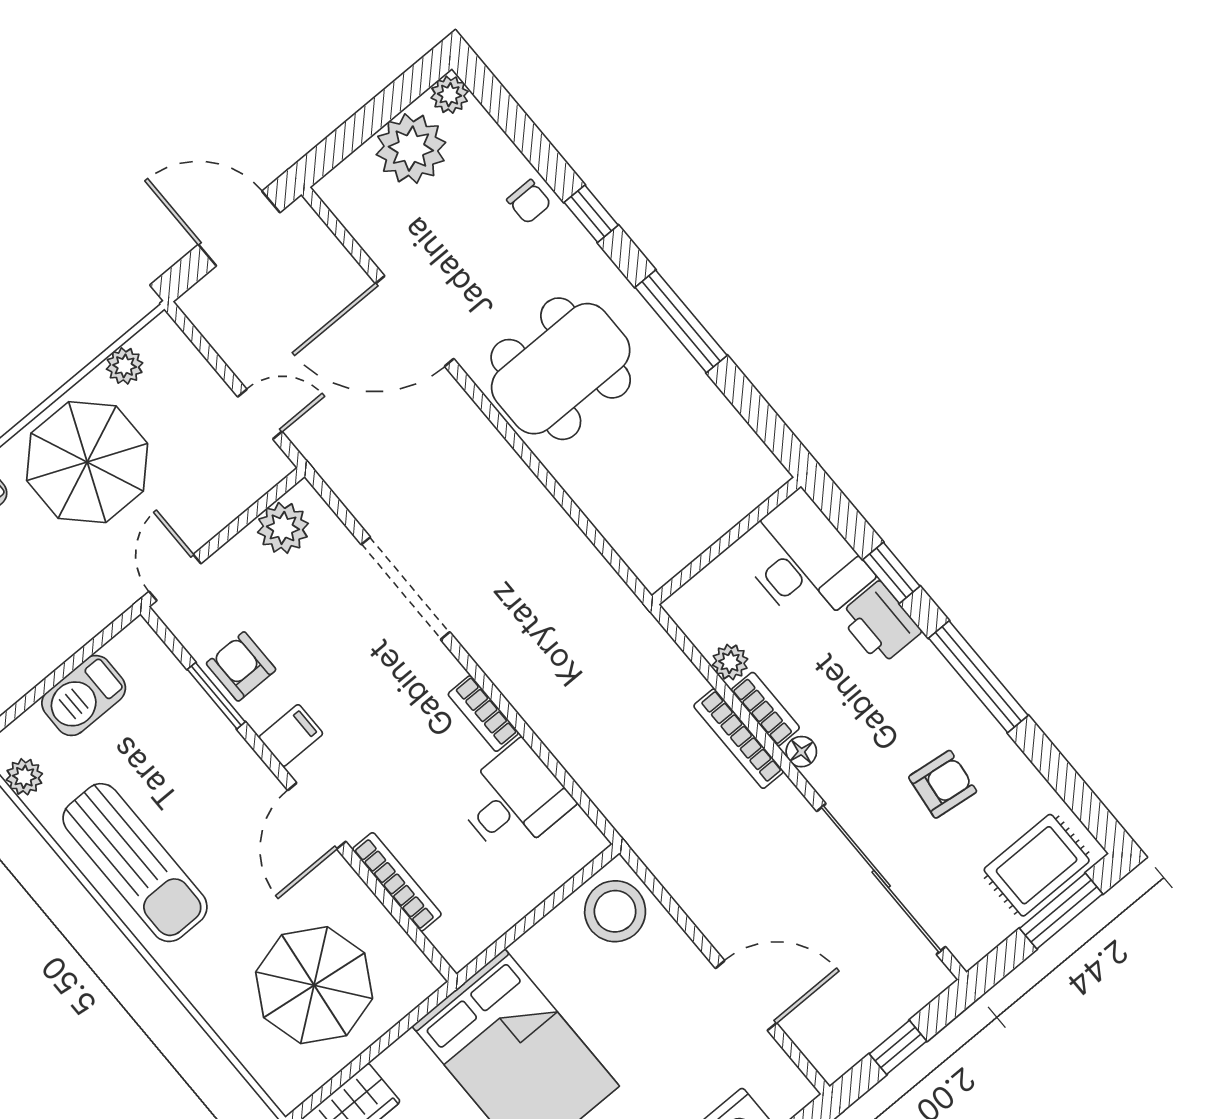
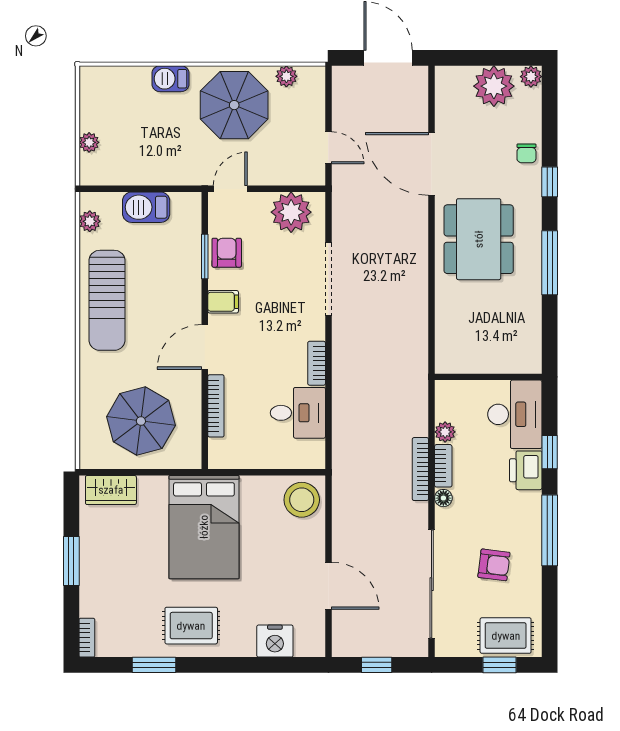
dining table: (561, 369) -> (479, 239), turned 90
plant: (283, 528) -> (291, 212), width x1.36, depth x1.36
window: (1061, 911) -> (499, 665), width x0.67

